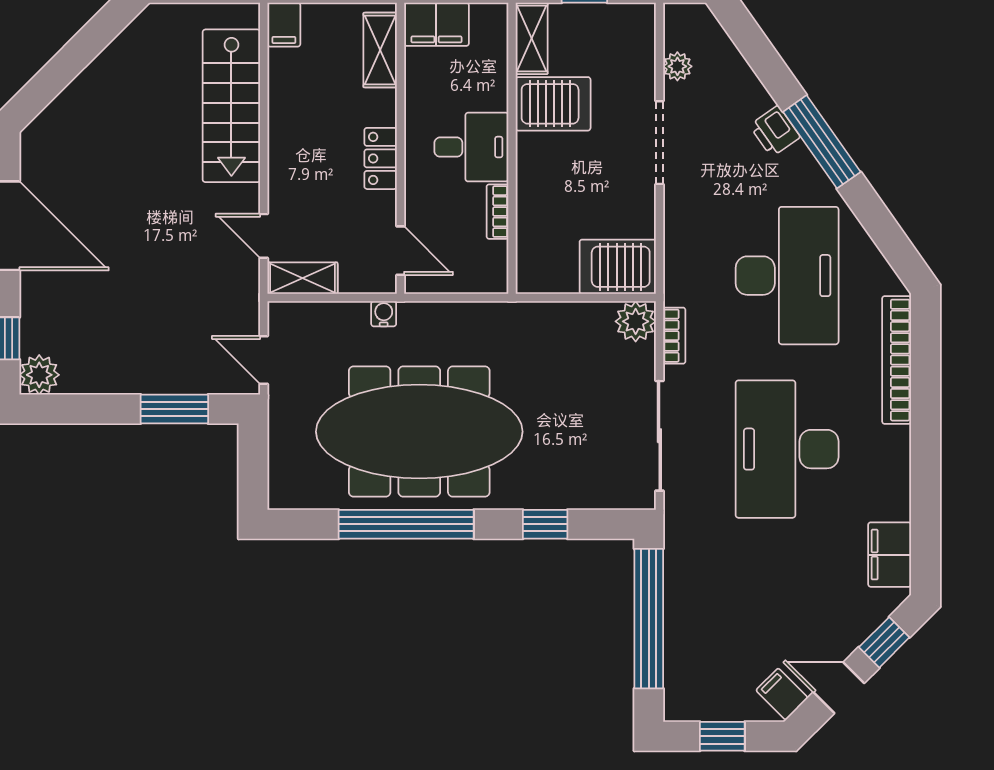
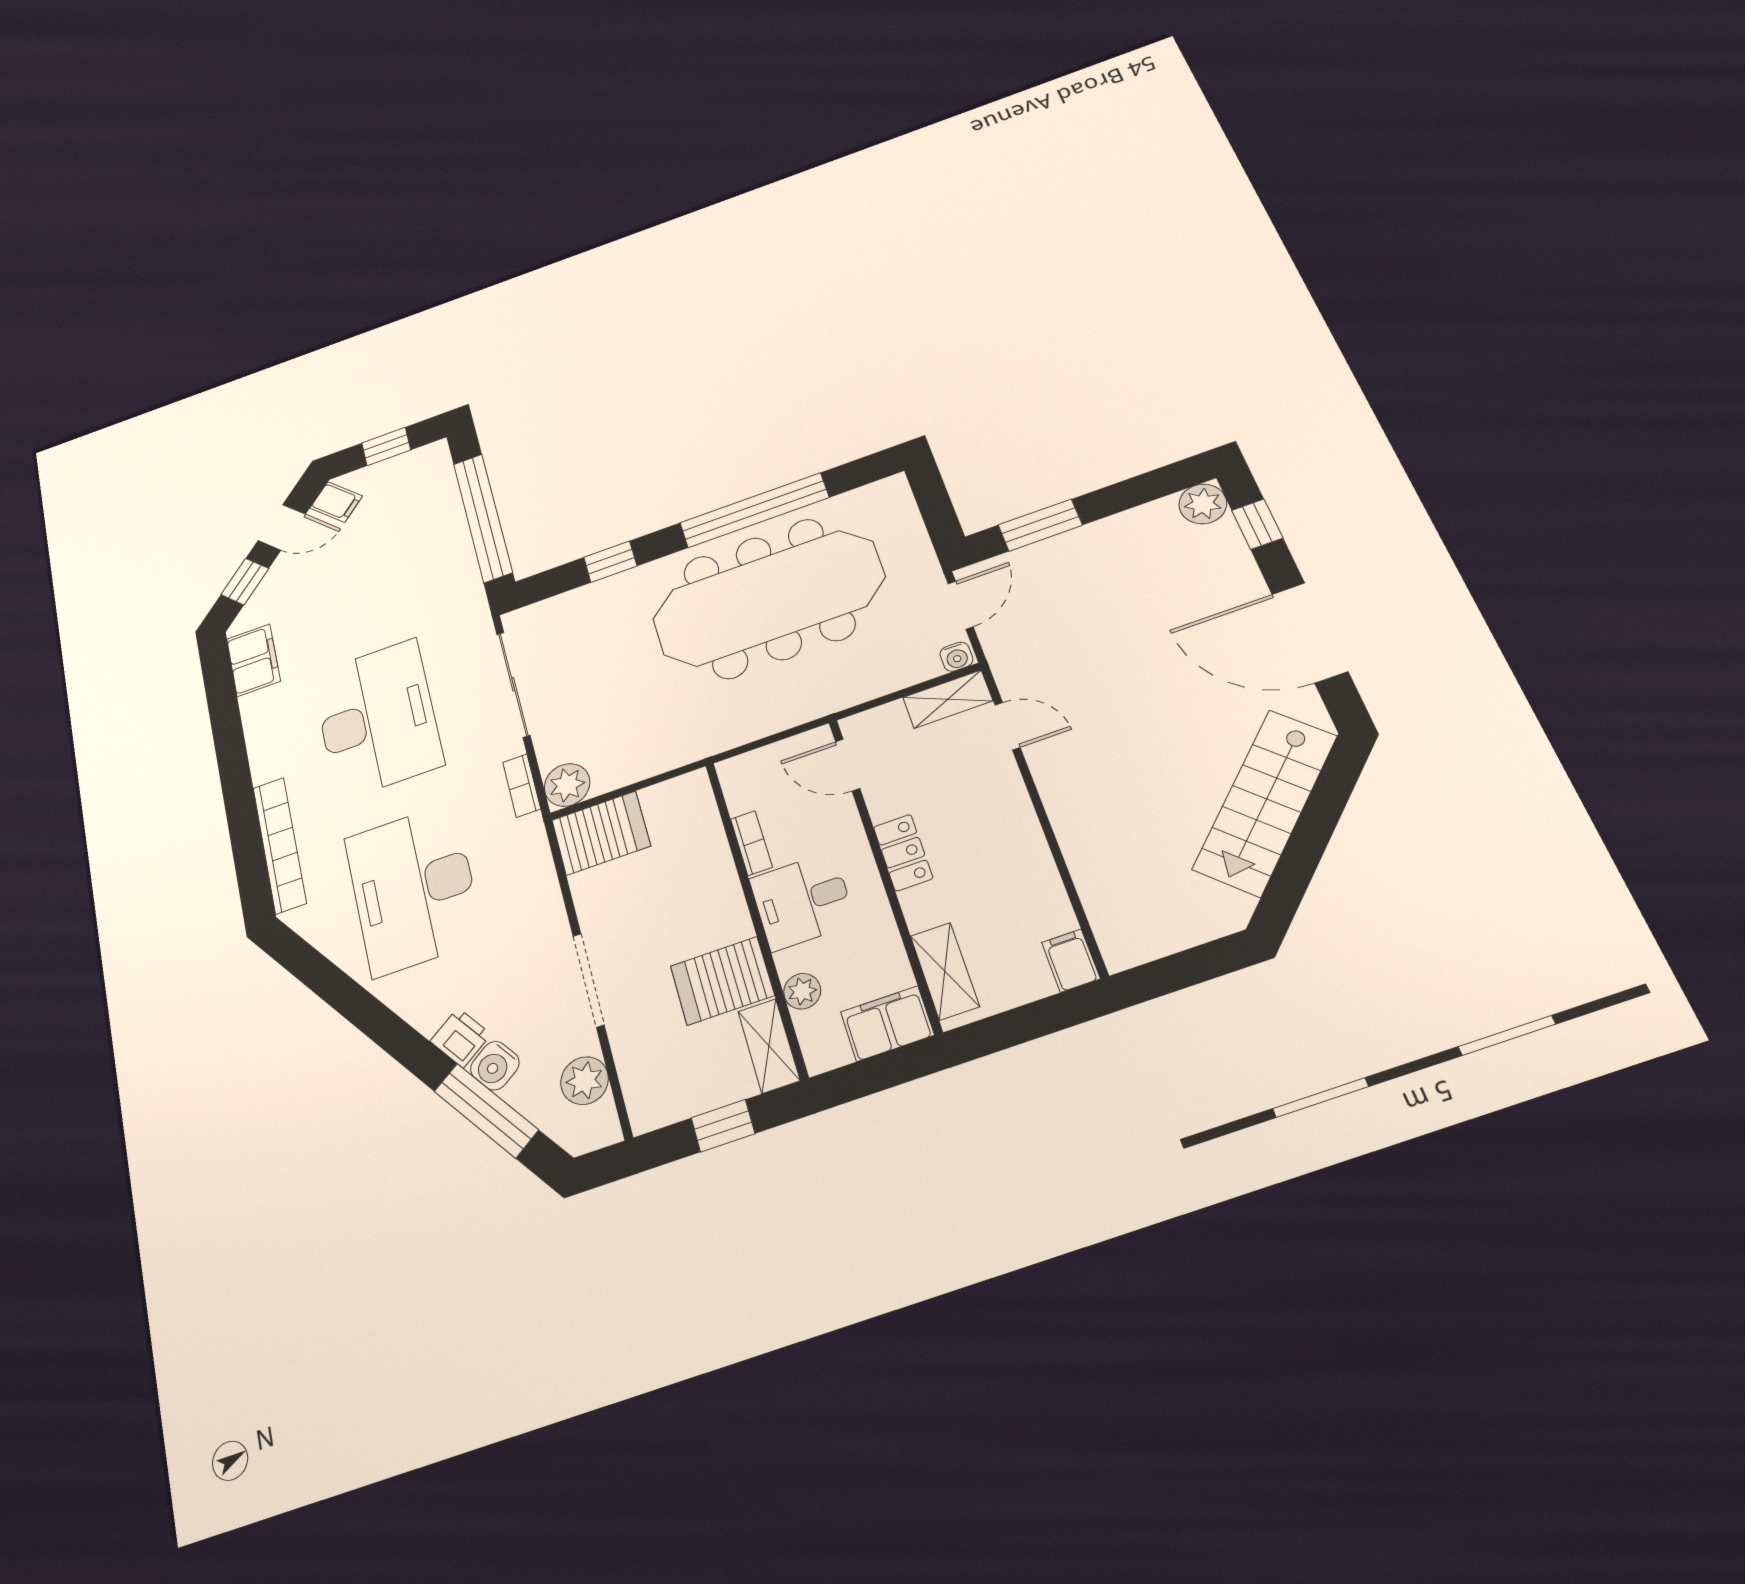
plant: (677, 66) -> (584, 1081), width x1.38, depth x1.38
plant: (493, 73) -> (802, 991), added
water cooler: (752, 98) -> (495, 1066), added
stairs: (231, 106) -> (1265, 802), moved, turned -135
window: (822, 142) -> (486, 1110), moved
water cooler: (384, 314) -> (956, 657), moved
door: (264, 360) -> (961, 605), hinge flipped

